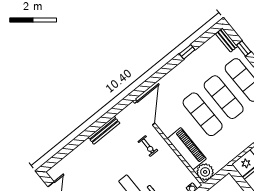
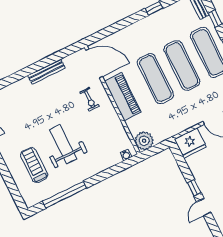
door: (145, 113) -> (94, 63), hinge flipped
piano: (187, 149) -> (123, 97), moved

